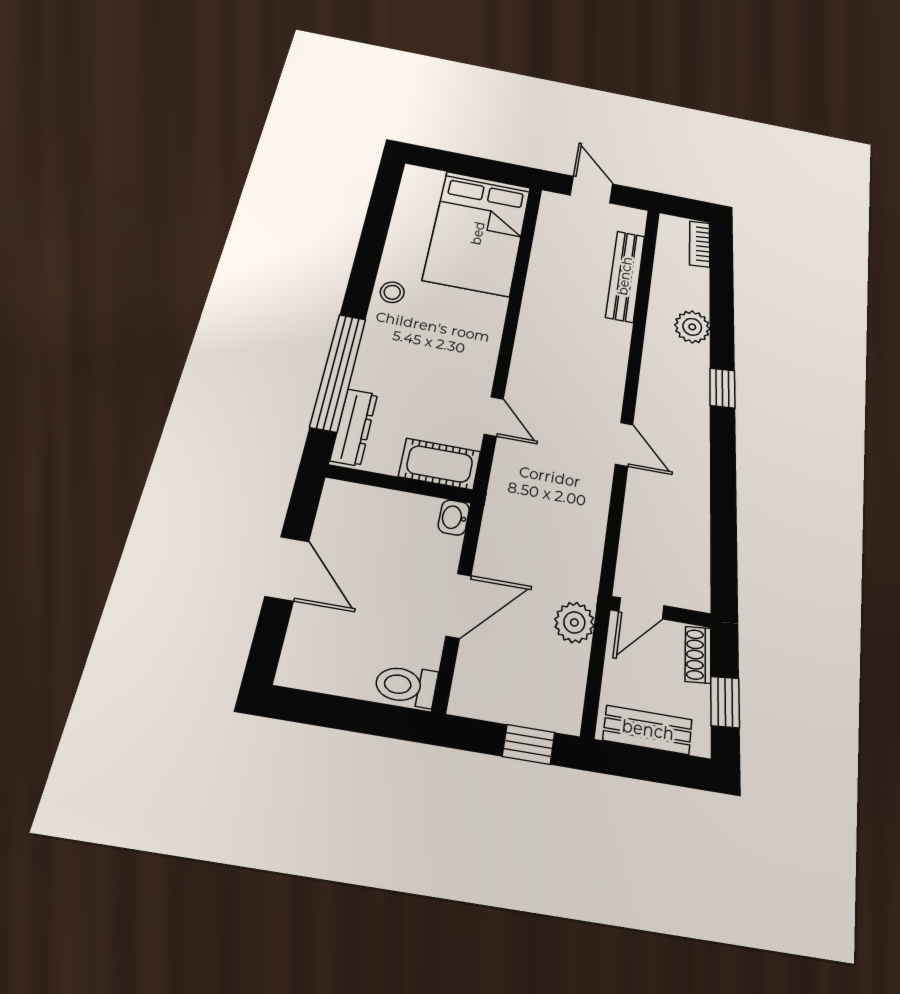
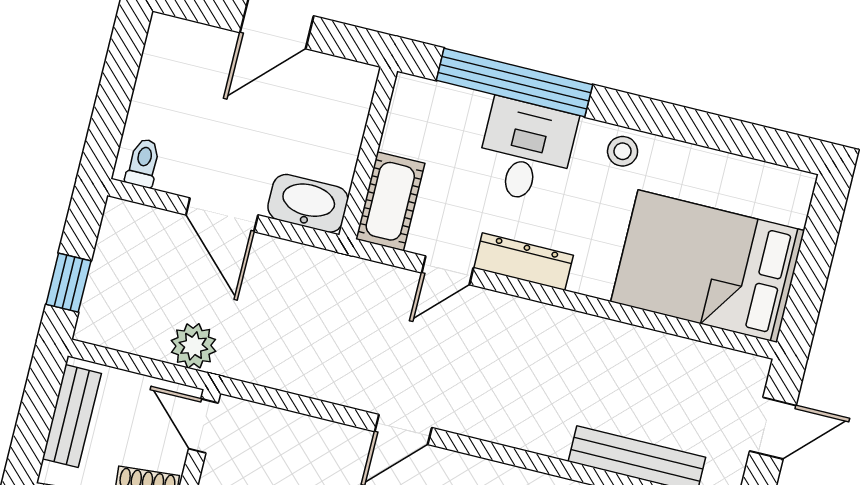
desk: (394, 361) -> (526, 151), added
dresser: (354, 427) -> (524, 262), moved, turned 180
washbasin: (454, 517) -> (308, 203), width x1.91, depth x1.45
toilet: (406, 686) -> (143, 163), width x0.73, depth x0.72

